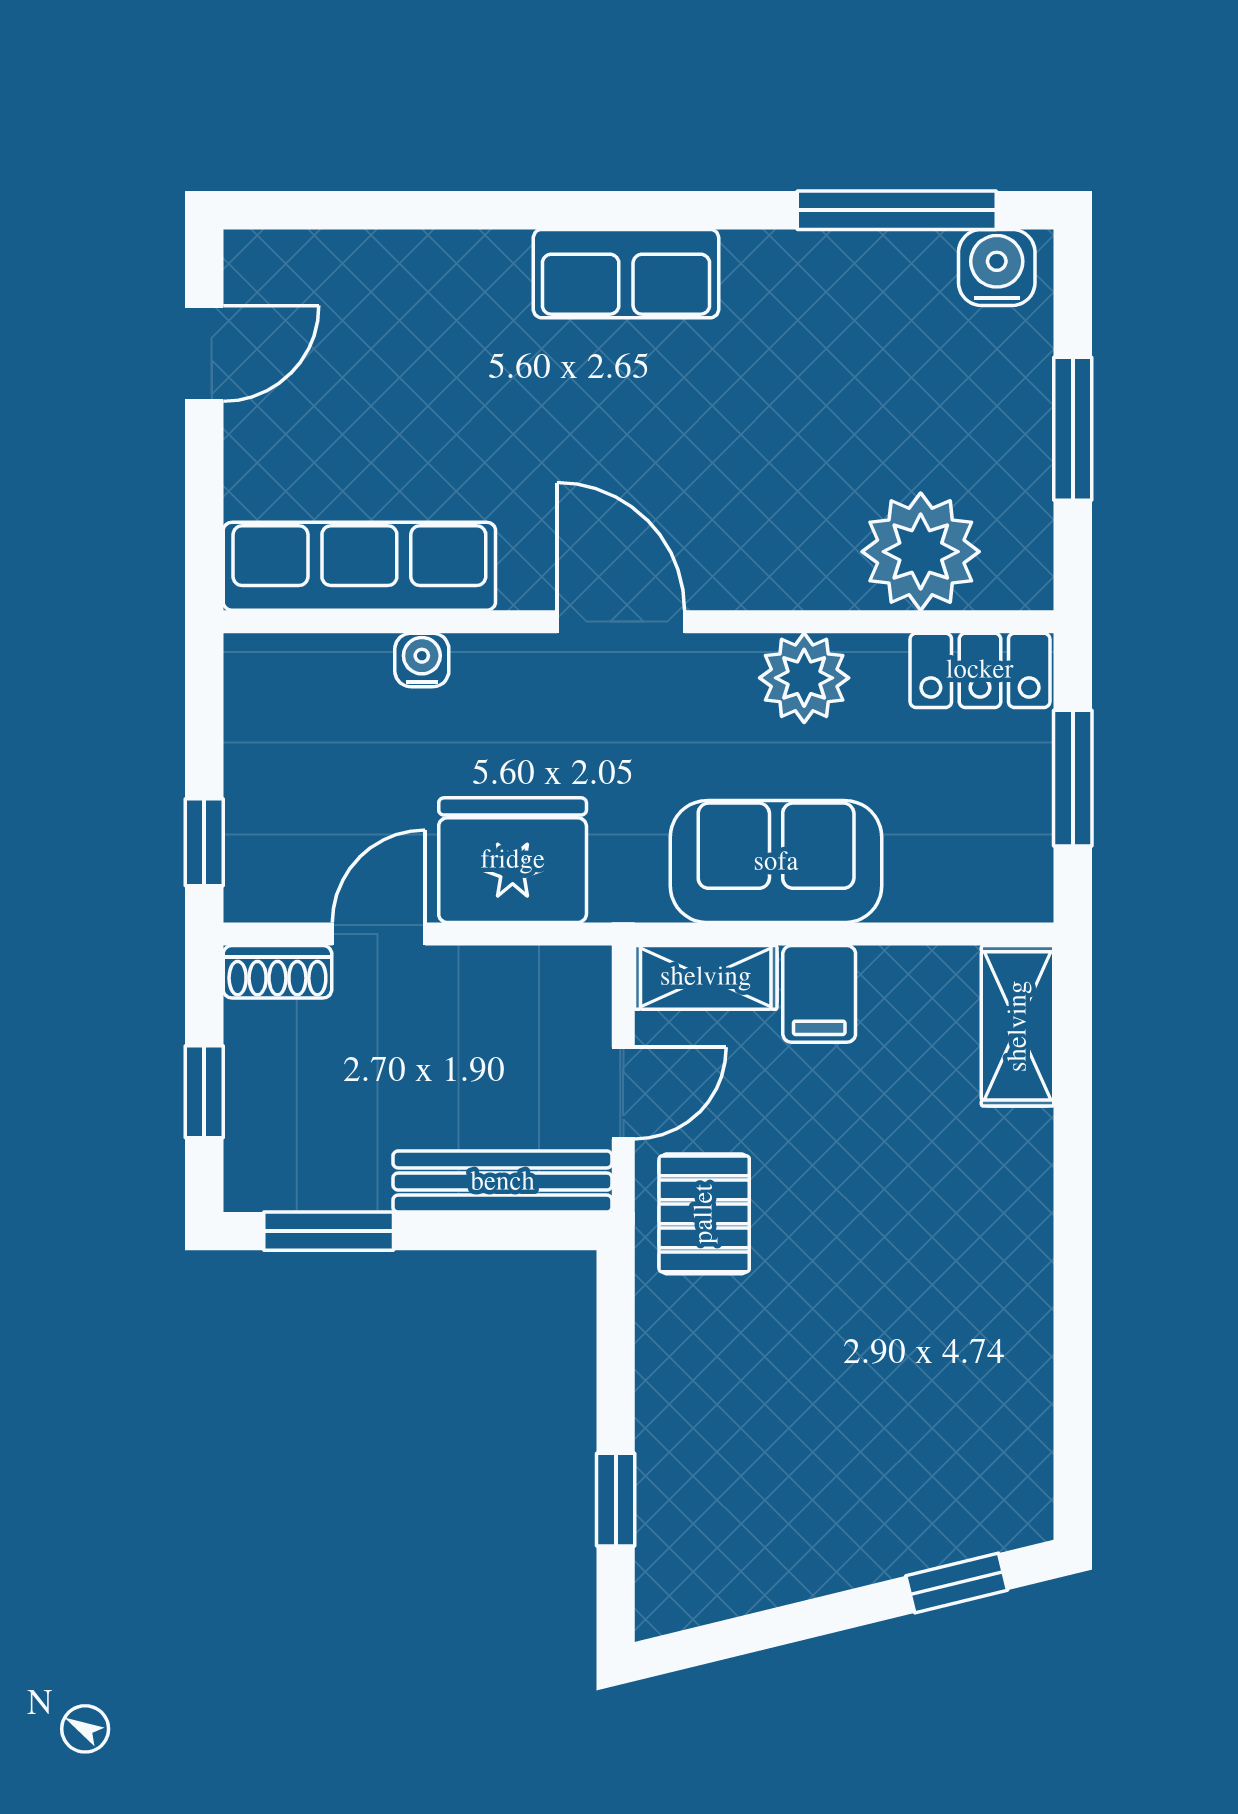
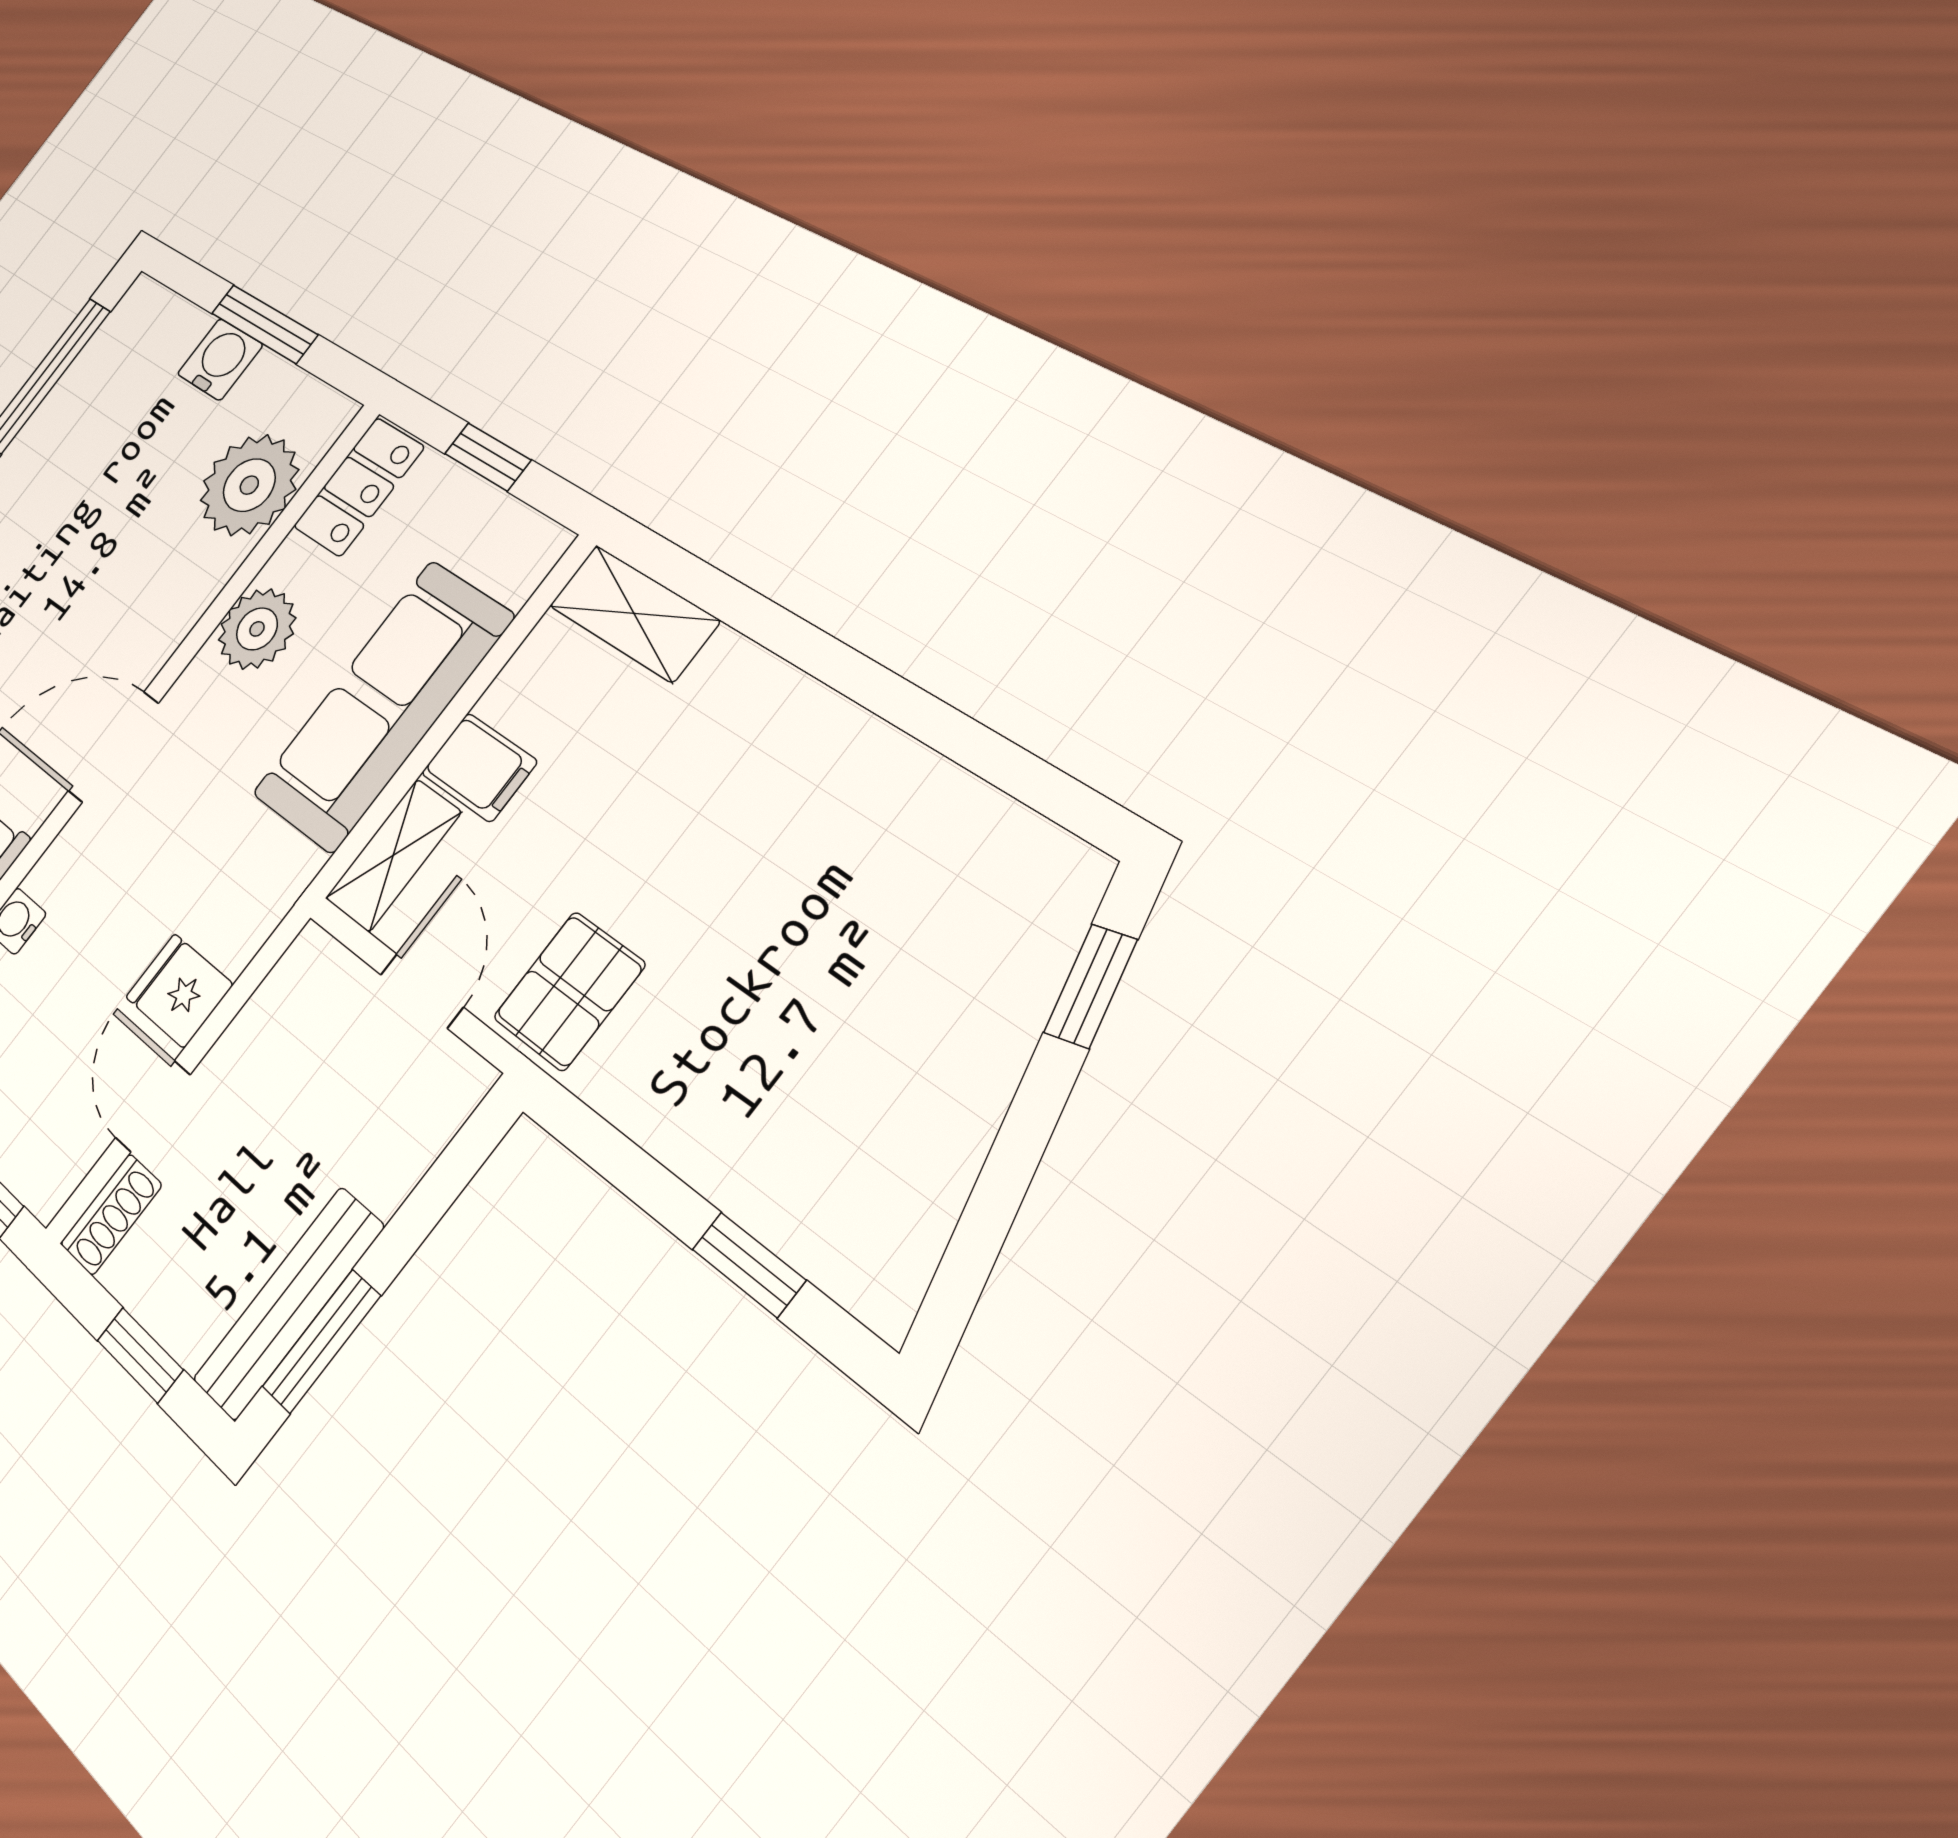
water cooler: (997, 267) -> (220, 359), moved, turned 90
window: (1073, 778) -> (488, 457), width x0.67
fridge: (513, 860) -> (179, 991), width x0.53, depth x0.75
sofa: (776, 862) -> (383, 706), width x1.36
bench: (503, 1182) -> (288, 1303), moved
pallet: (704, 1214) -> (569, 991), turned 90

